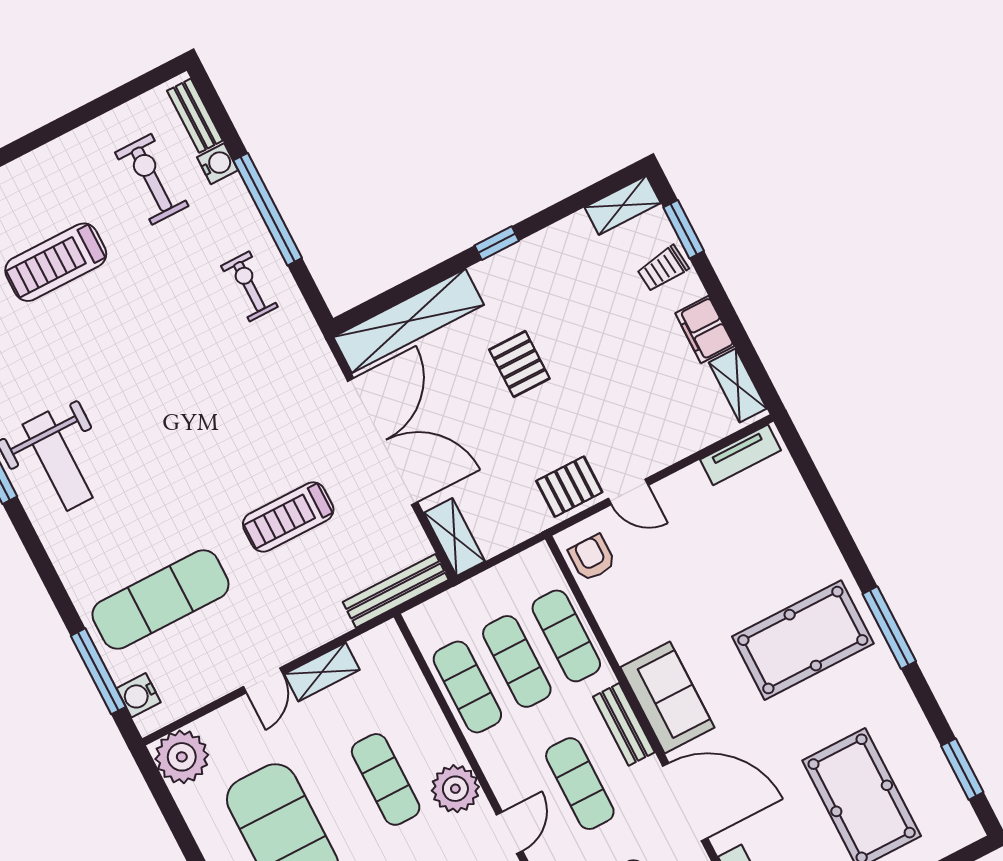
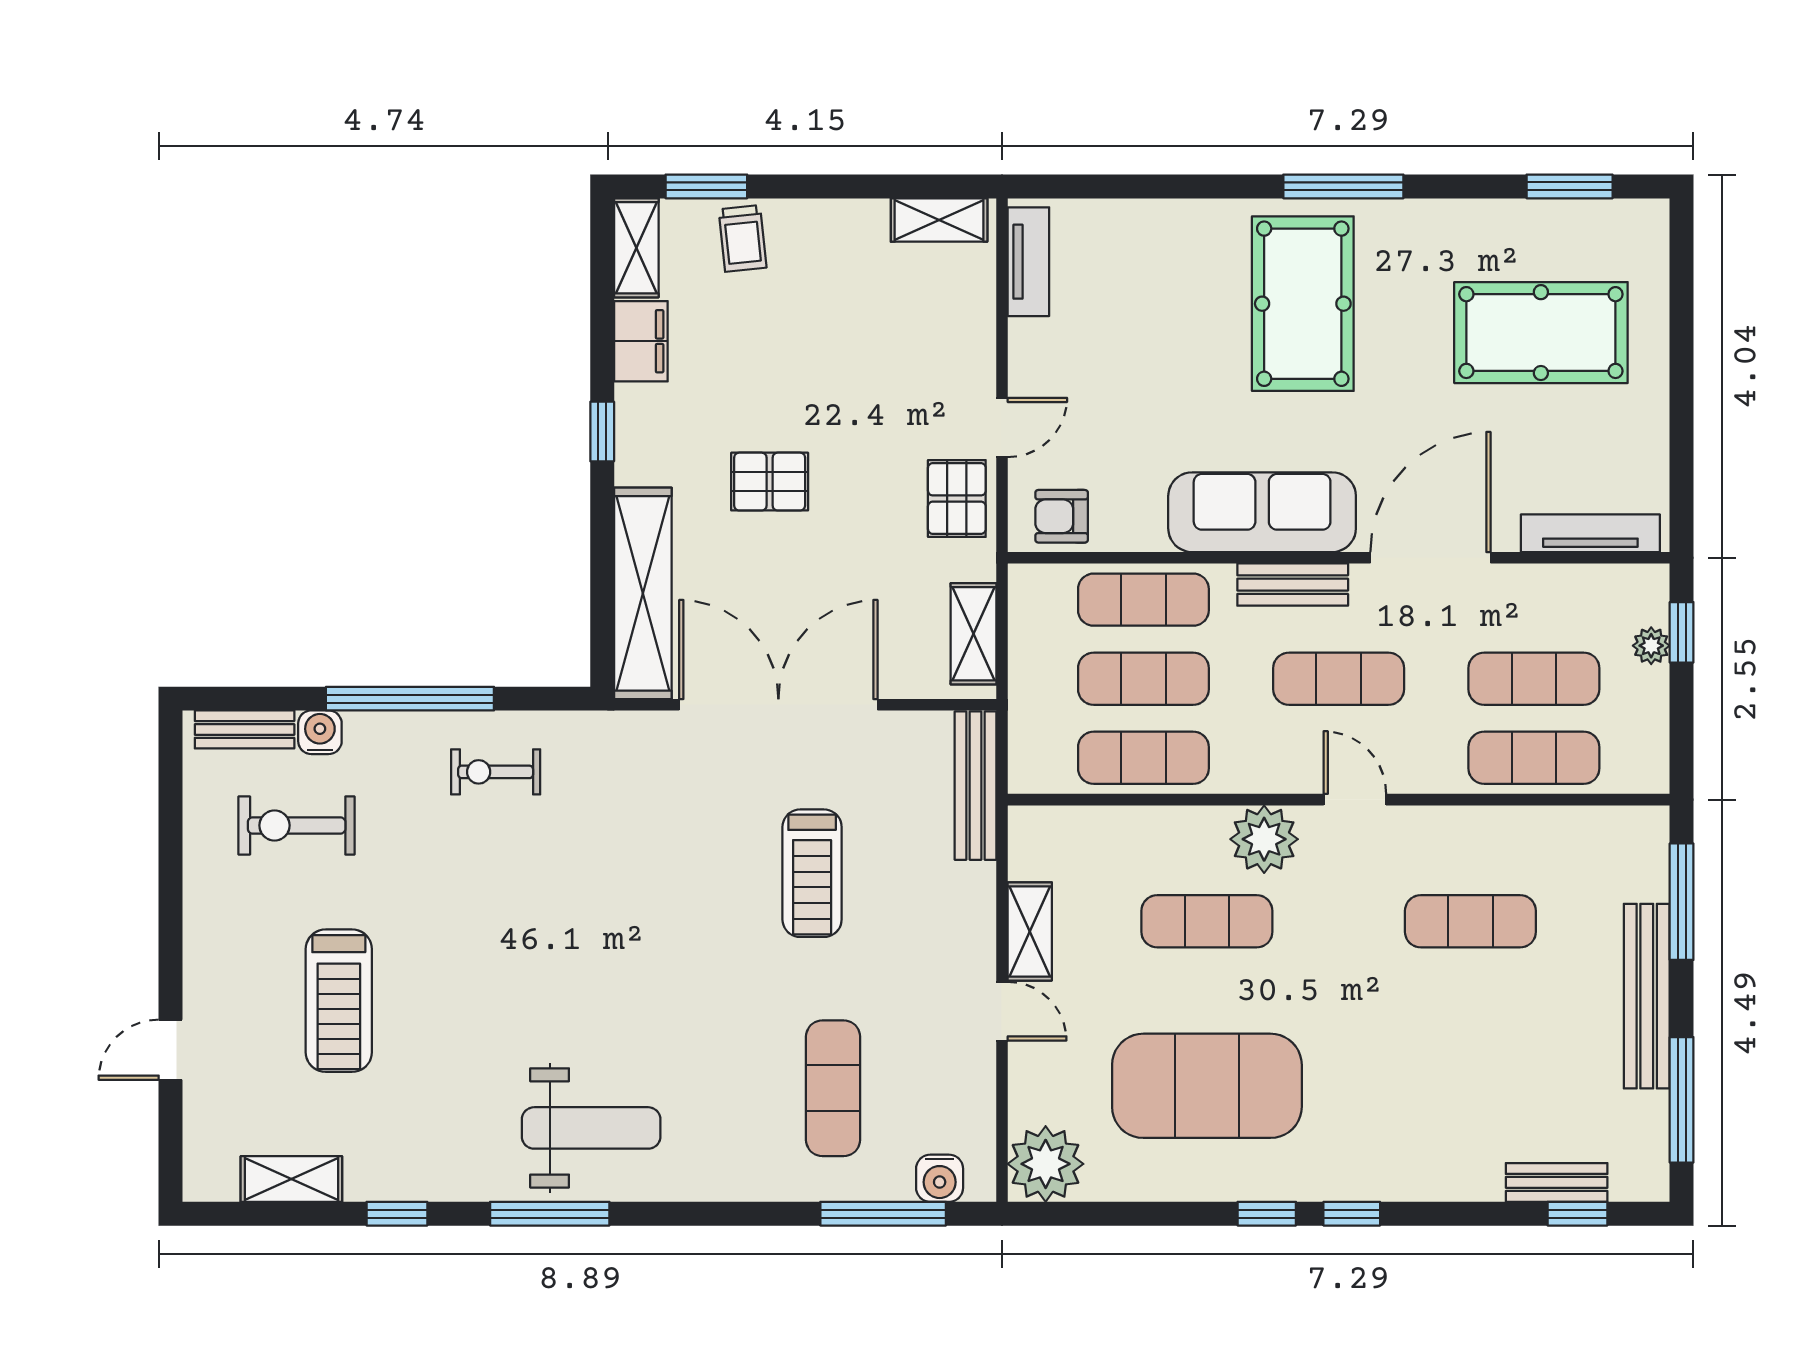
filing cabinet: (705, 330) -> (641, 341), moved, turned -90
shelving: (454, 537) -> (973, 634), moved, turned 90
exercise mat: (160, 600) -> (833, 1088), width x0.73, depth x0.69
sofa: (667, 697) -> (1262, 512), width x1.36

